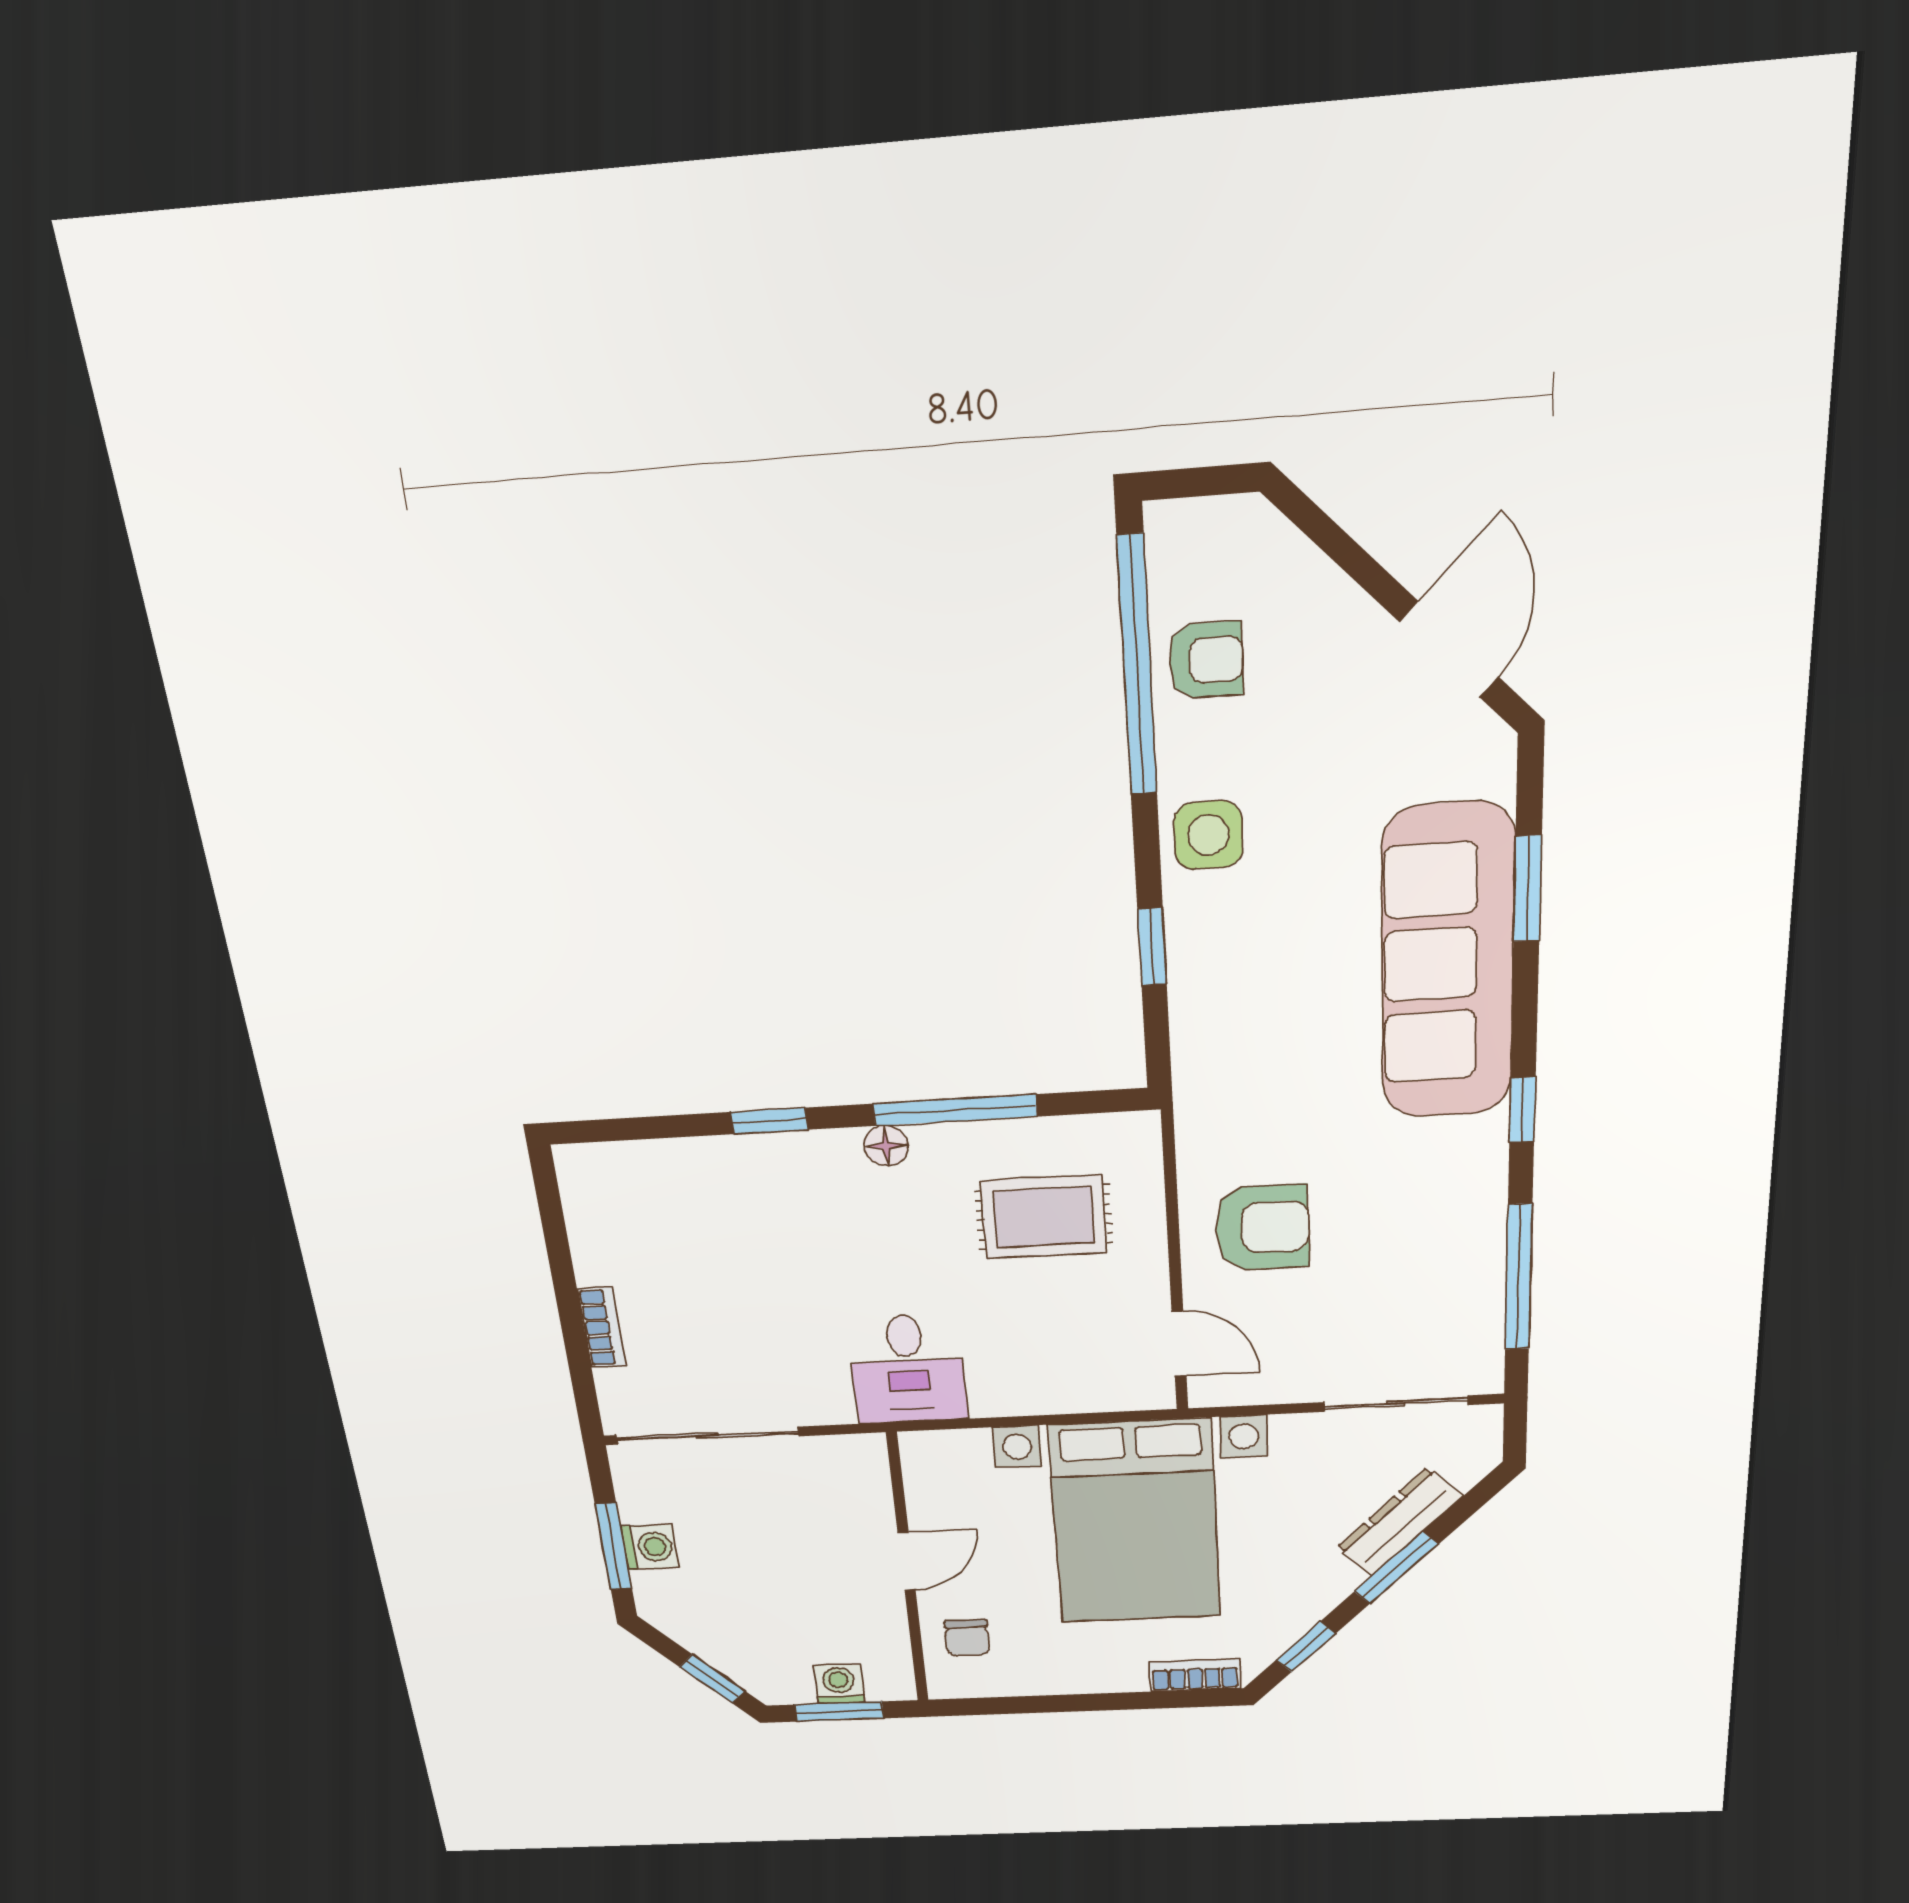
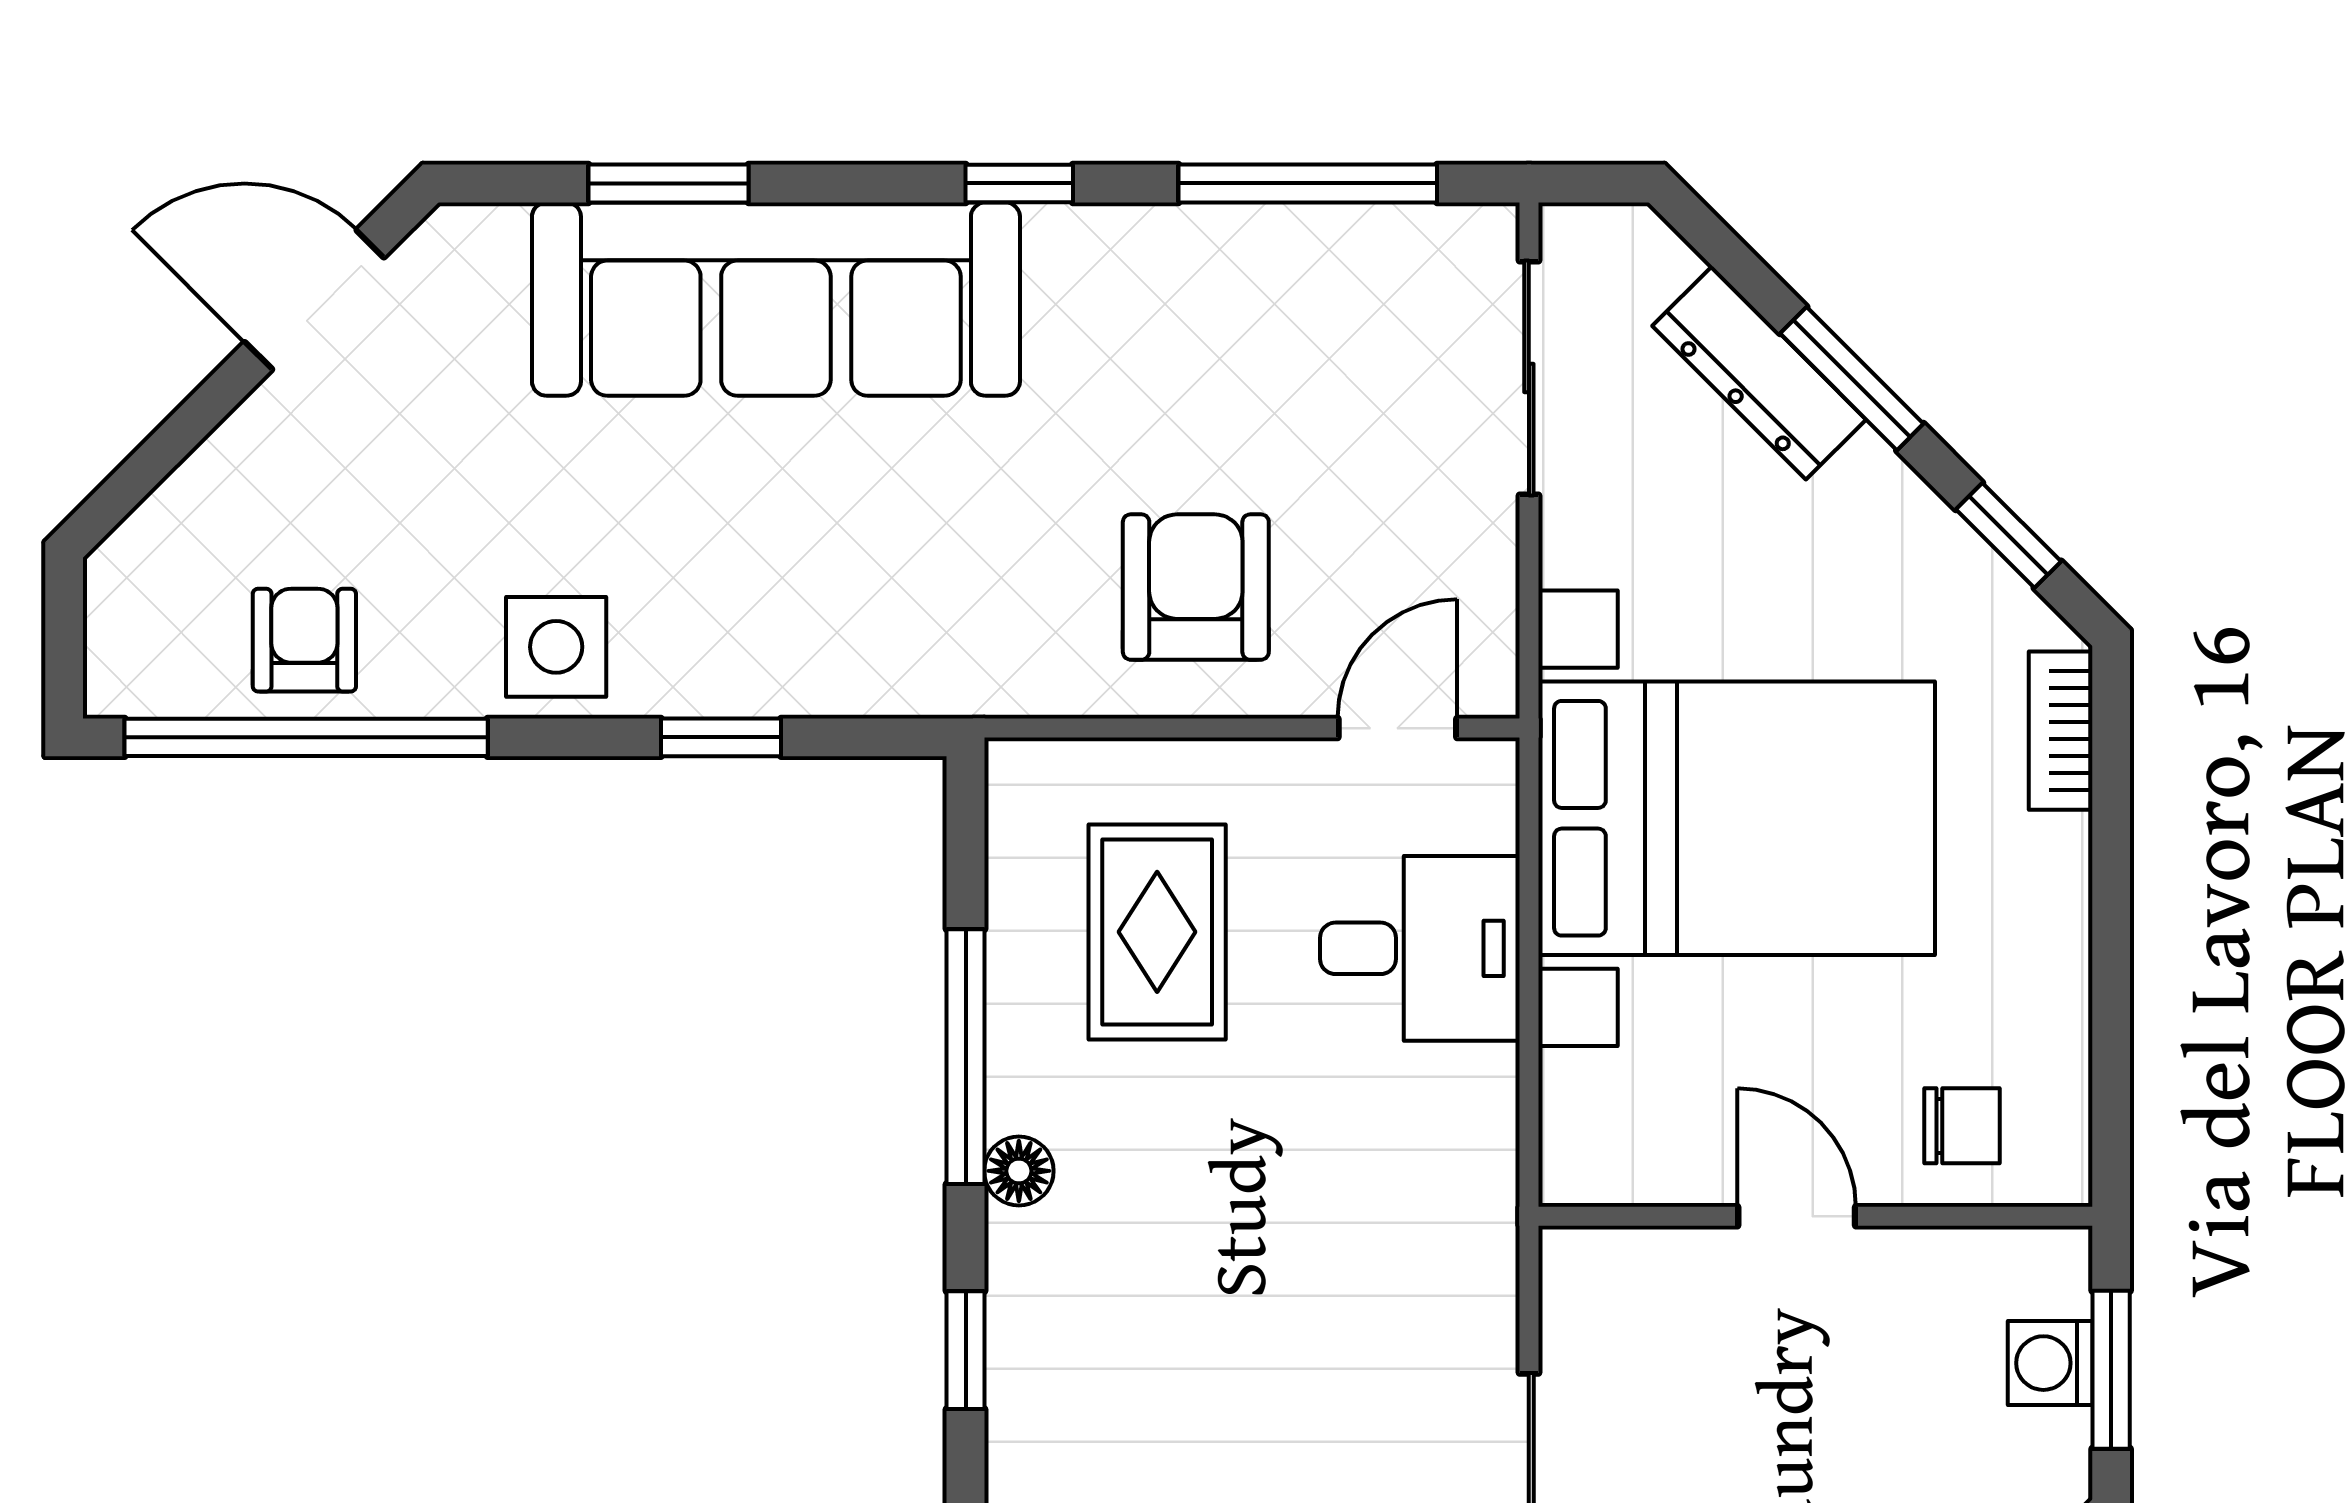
desk: (908, 1369) -> (1420, 948), moved

